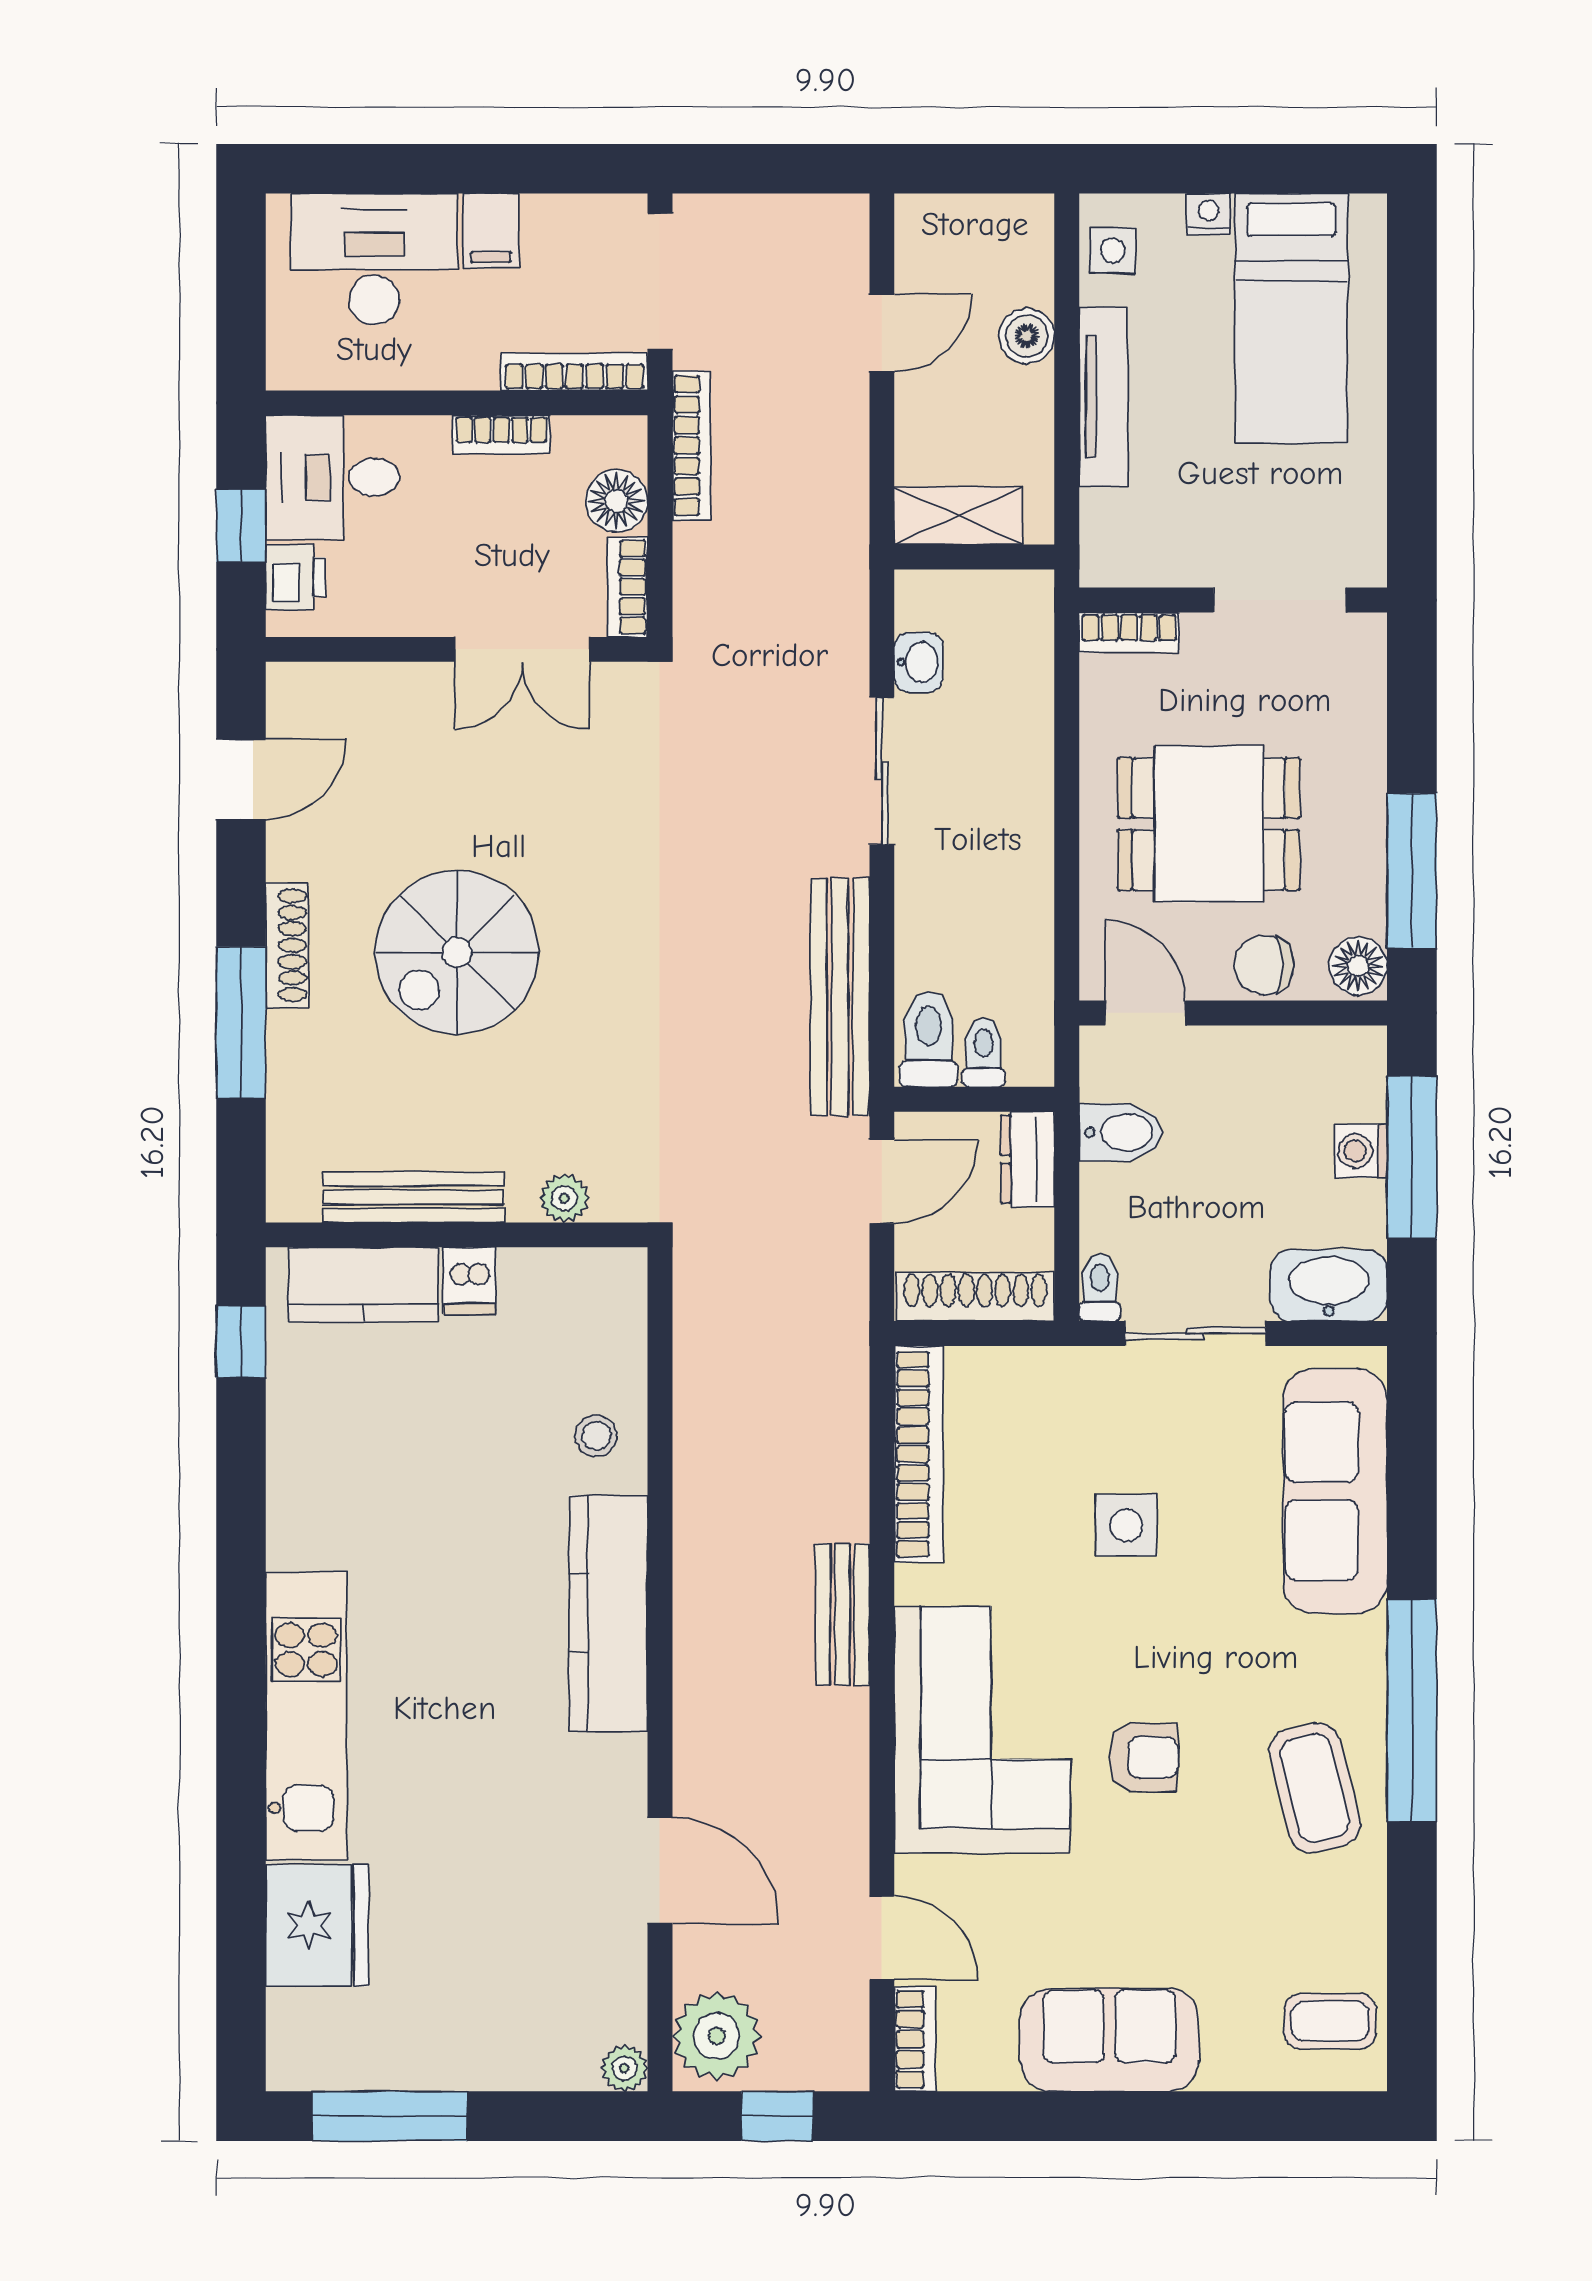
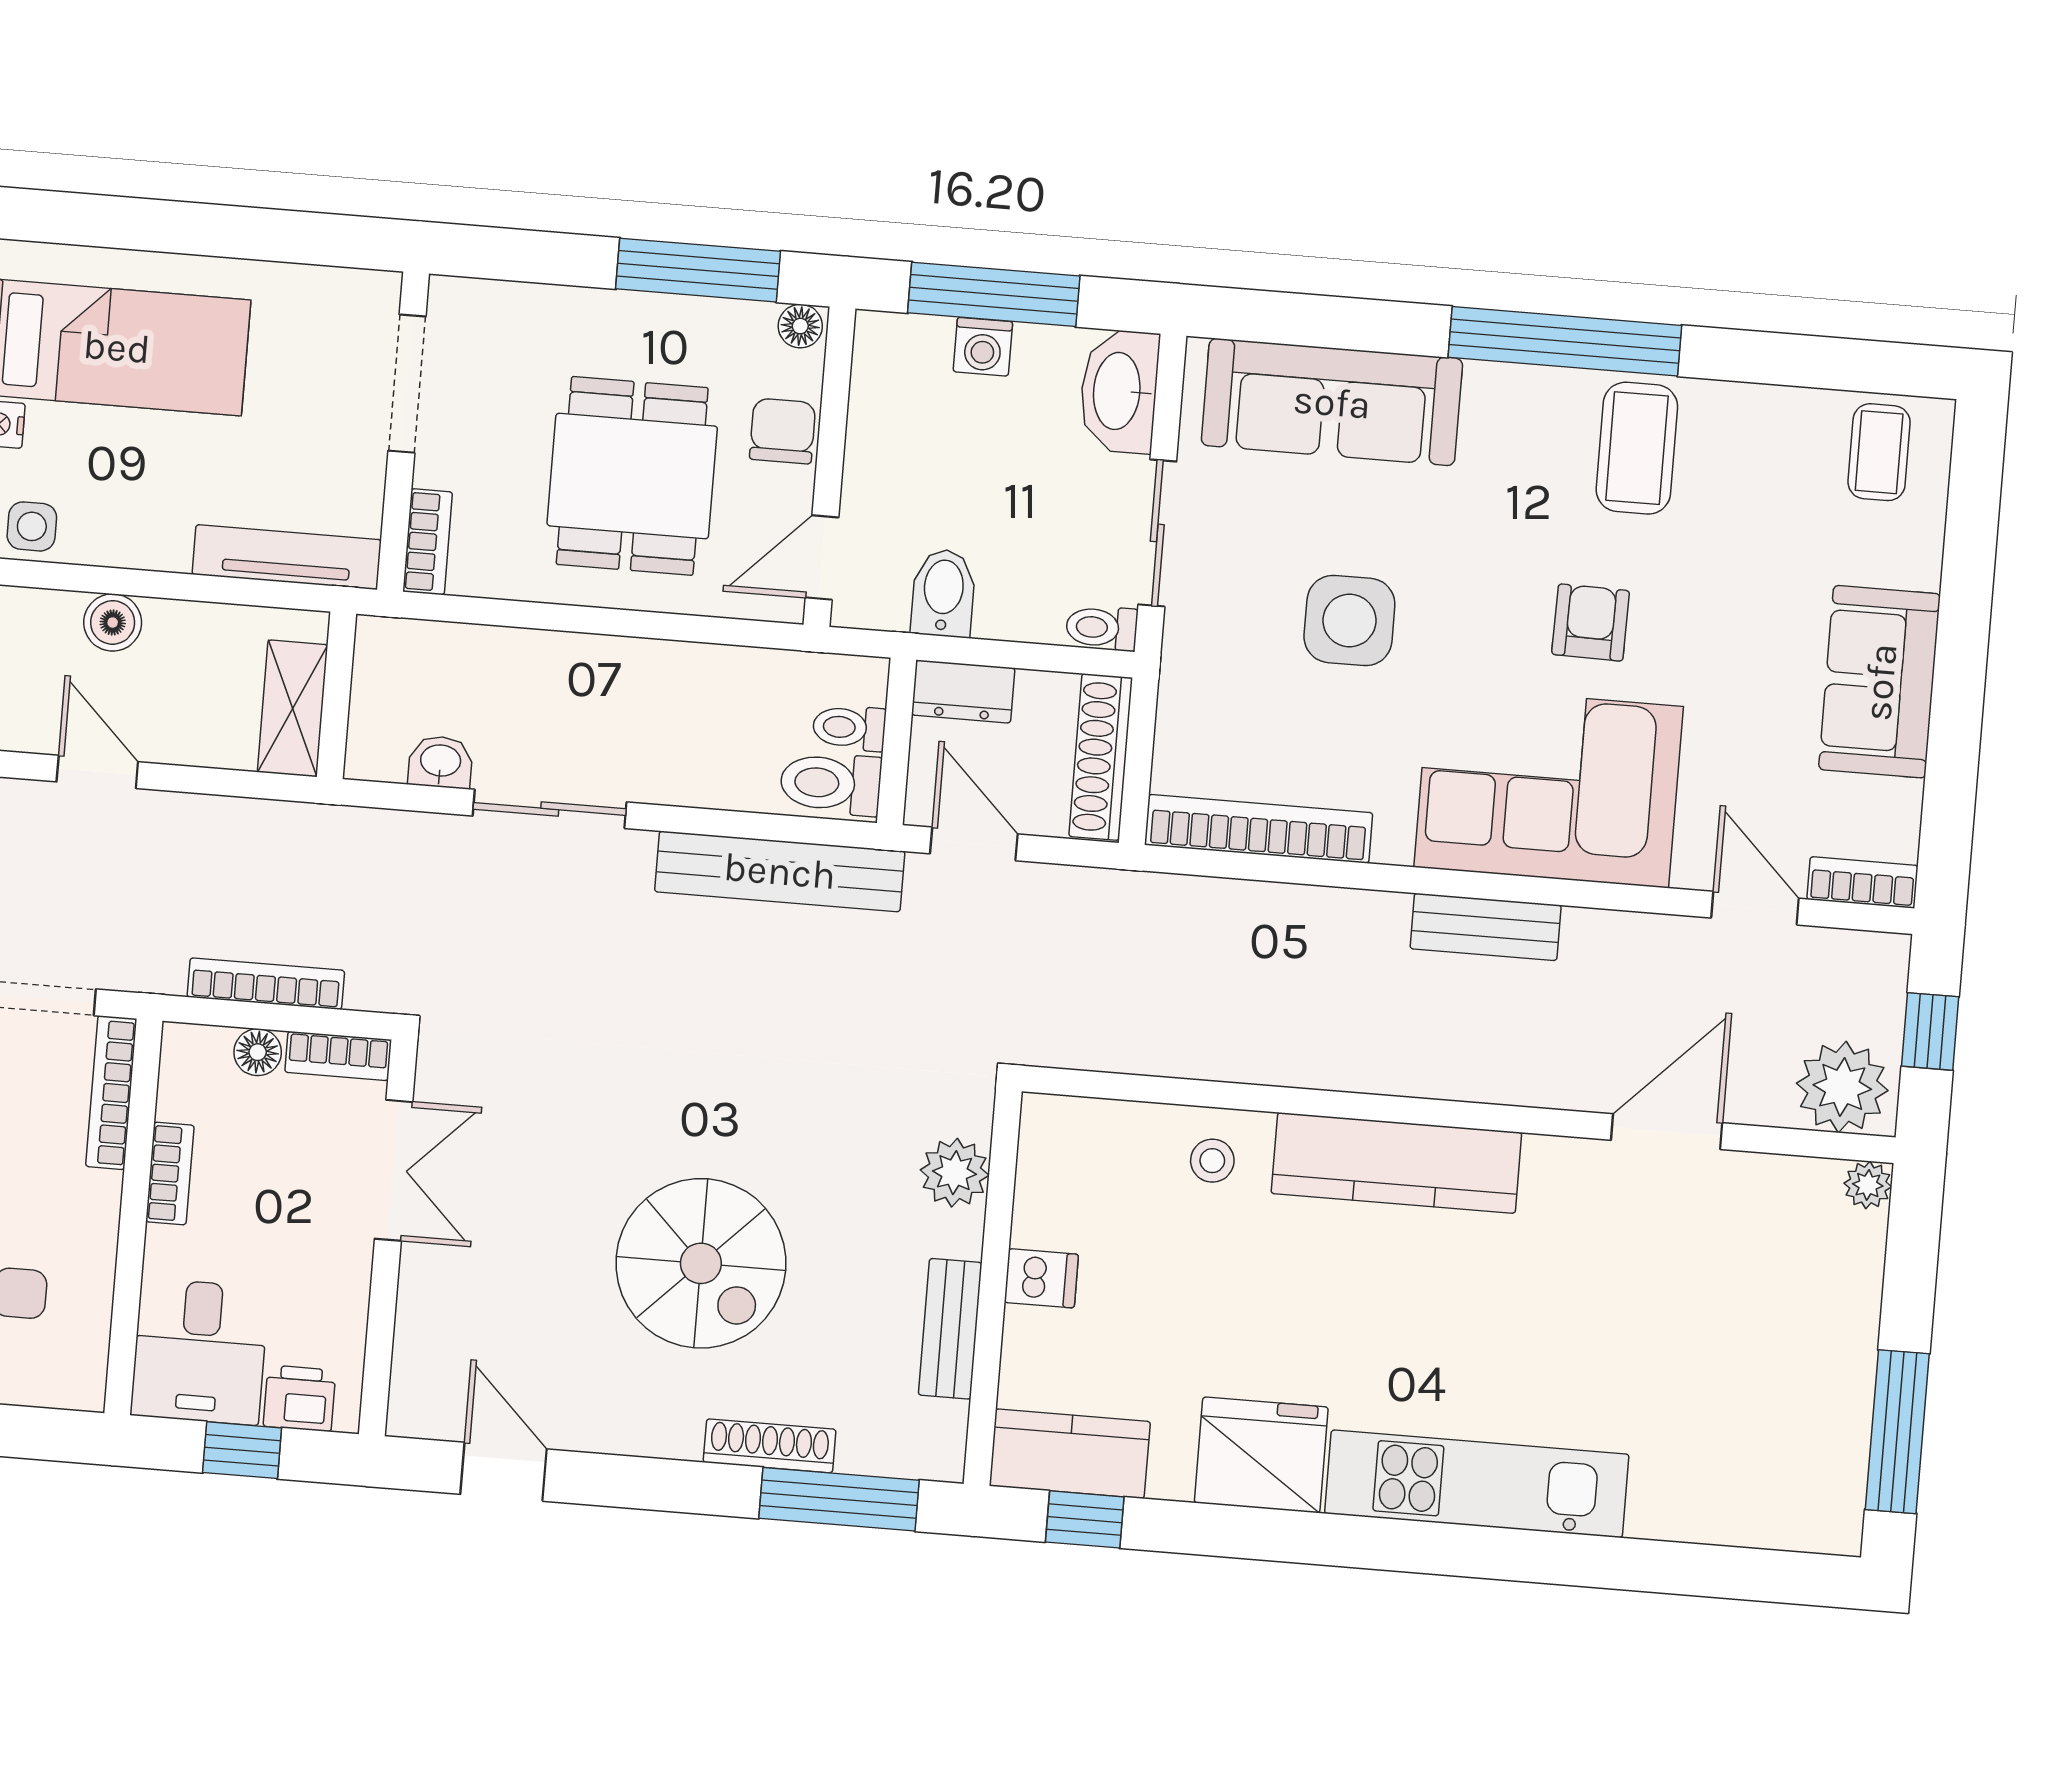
tv unit: (1103, 397) -> (287, 557), moved
bookcase: (691, 446) -> (266, 984), moved
floor lamp: (616, 501) -> (258, 1052), width x0.73, depth x0.73
shoe rack: (287, 945) -> (770, 1446), moved
chair: (1264, 965) -> (783, 431), turned 180
floor lamp: (1358, 966) -> (800, 326), width x0.73, depth x0.73
window: (241, 1022) -> (839, 1499), moved
bench: (414, 1197) -> (950, 1329), width x0.73
plant: (564, 1198) -> (955, 1173), width x1.38, depth x1.38
kitchen counter: (363, 1285) -> (1070, 1454), moved, turned -90
side table: (1126, 1525) -> (1349, 621), width x1.37, depth x1.37
bench: (842, 1614) -> (1486, 927), moved
coffee table: (1315, 1788) -> (1637, 448), turned -76
fridge: (317, 1925) -> (1261, 1455), moved
door: (882, 1938) -> (1755, 908), hinge flipped

